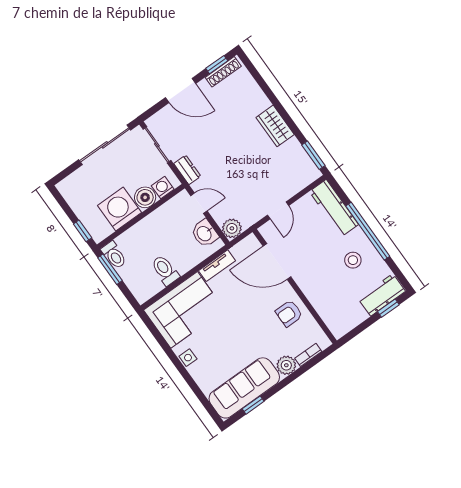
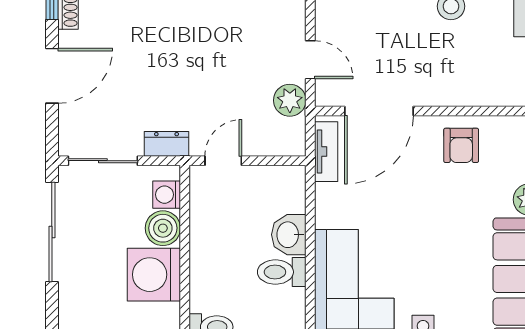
plant: (232, 228) -> (290, 100), moved
washbasin: (205, 233) -> (289, 235), moved, turned 90
tv unit: (217, 266) -> (326, 152), moved

